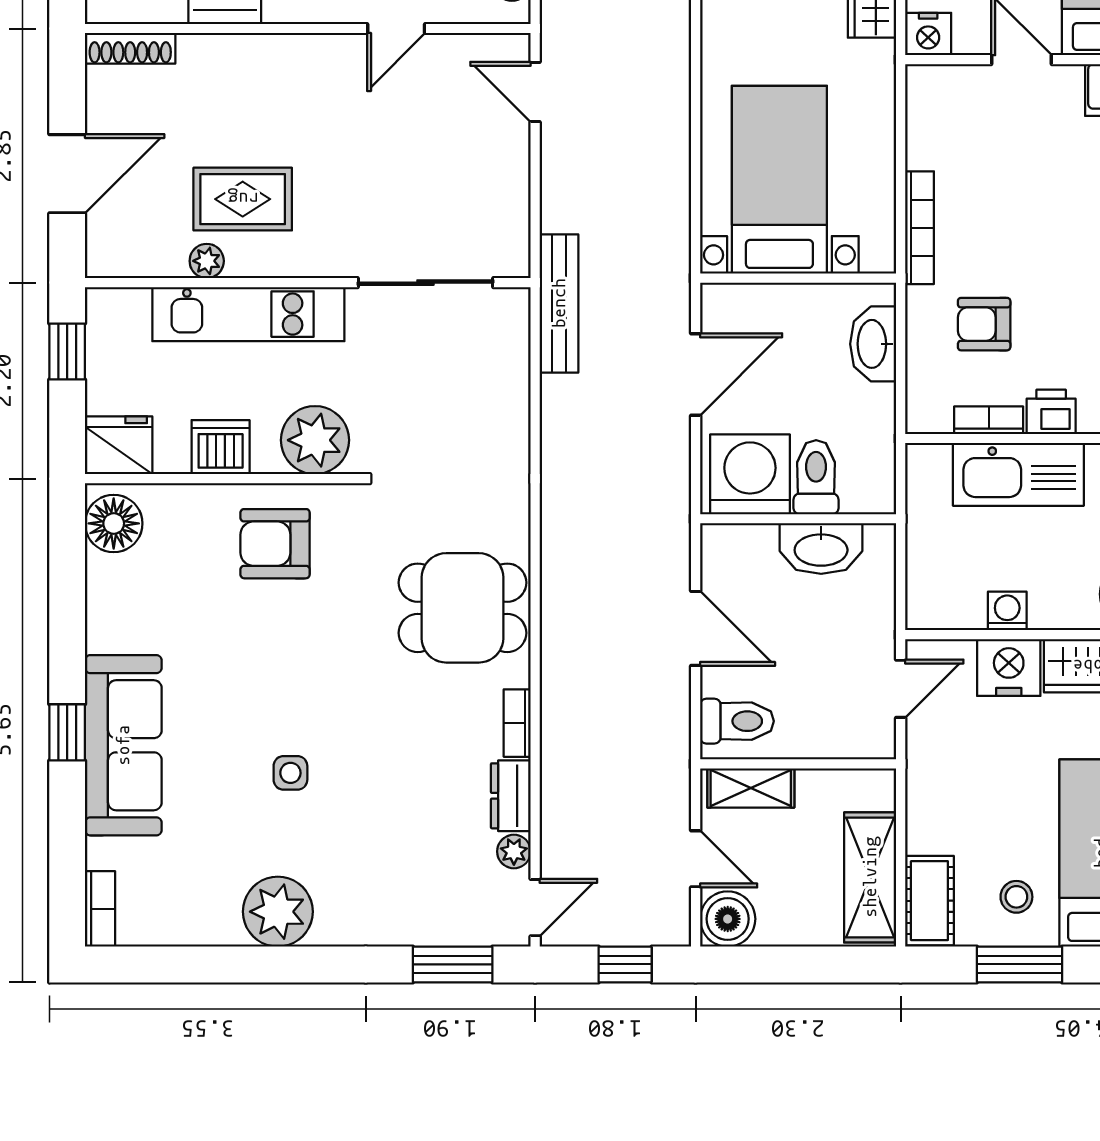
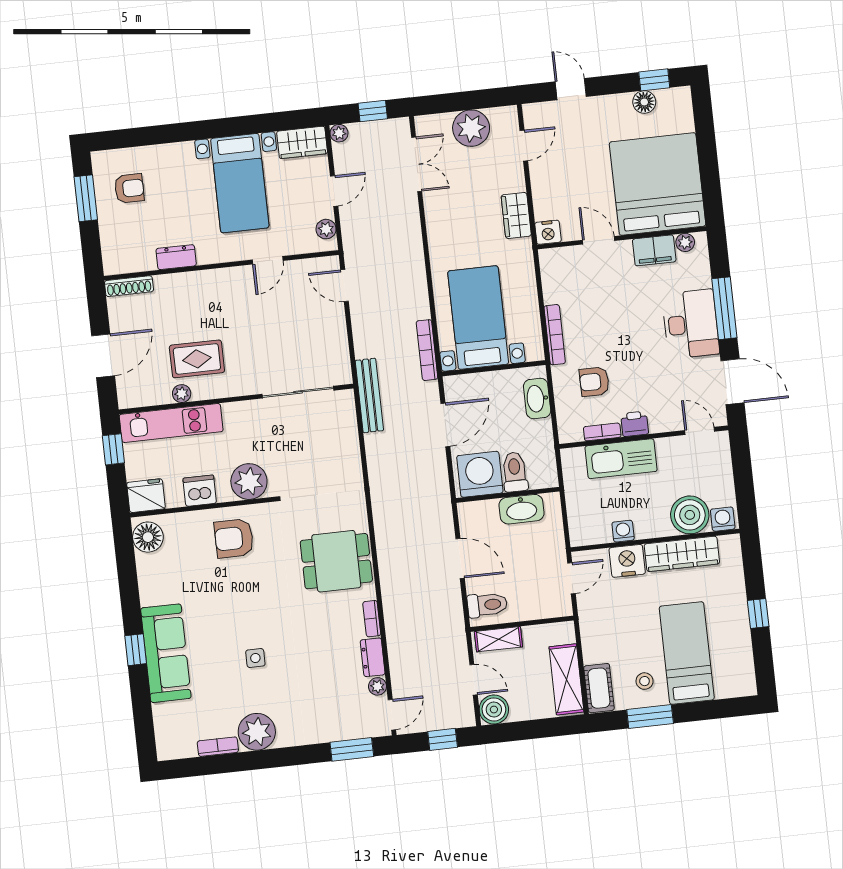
bookcase: (677, 230) -> (427, 350), added
kitchen unit: (248, 314) -> (171, 423), moved
bookcase: (100, 909) -> (218, 747), moved, turned -90

